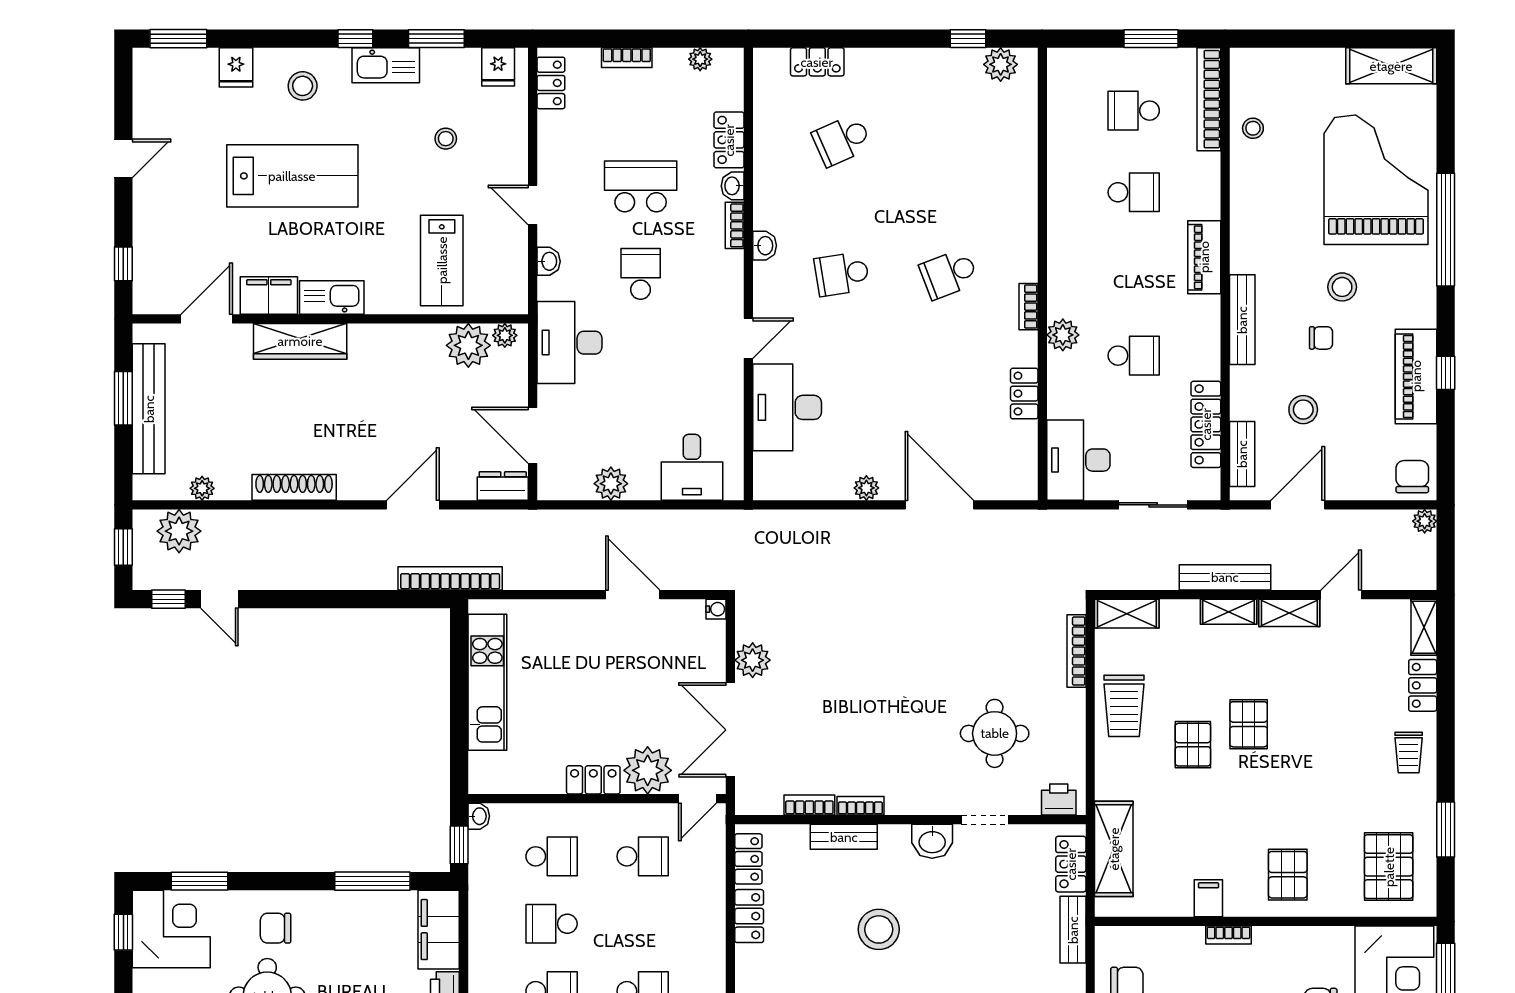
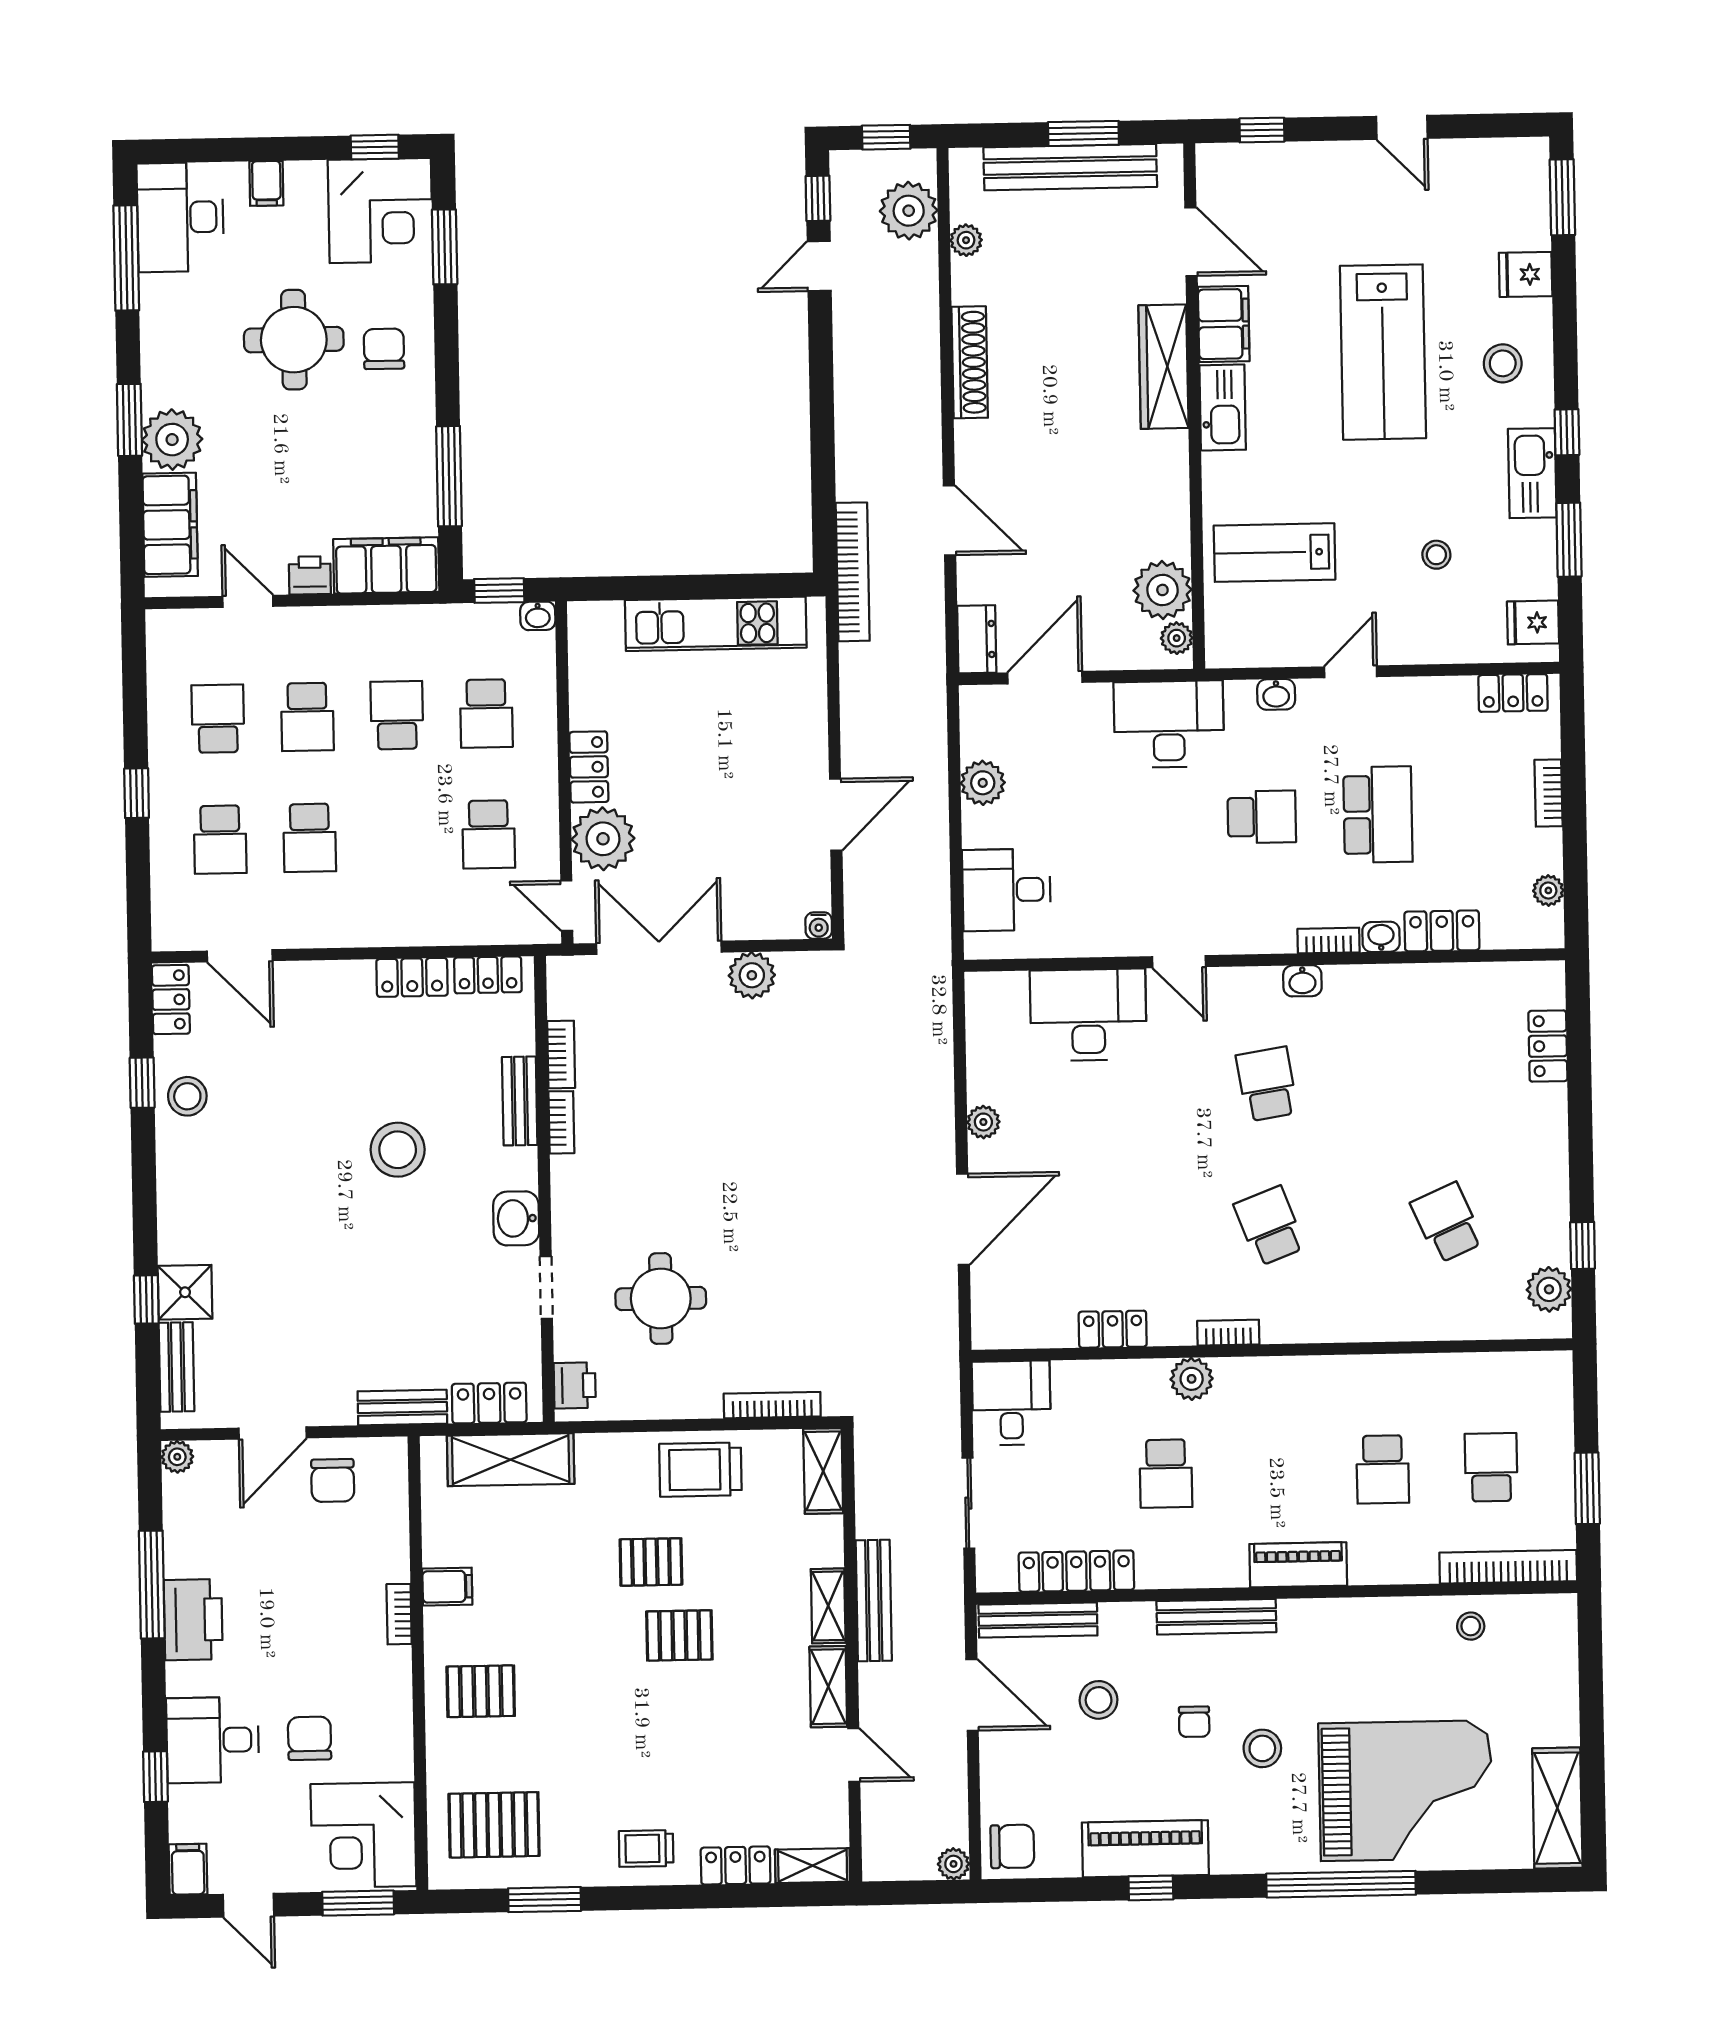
school desk: (842, 140) -> (1447, 1223), moved
bench: (1242, 454) -> (1038, 1620), width x1.36
desk: (1078, 460) -> (1011, 1403), width x0.73

